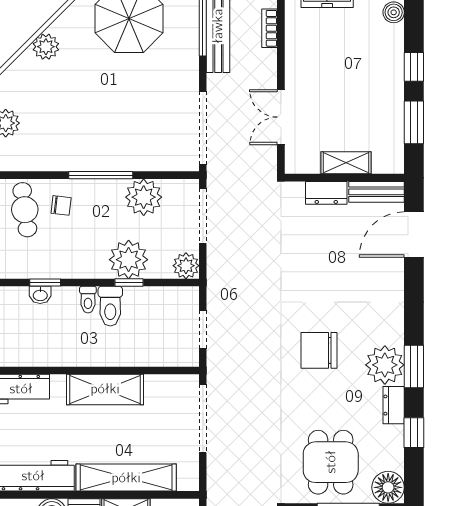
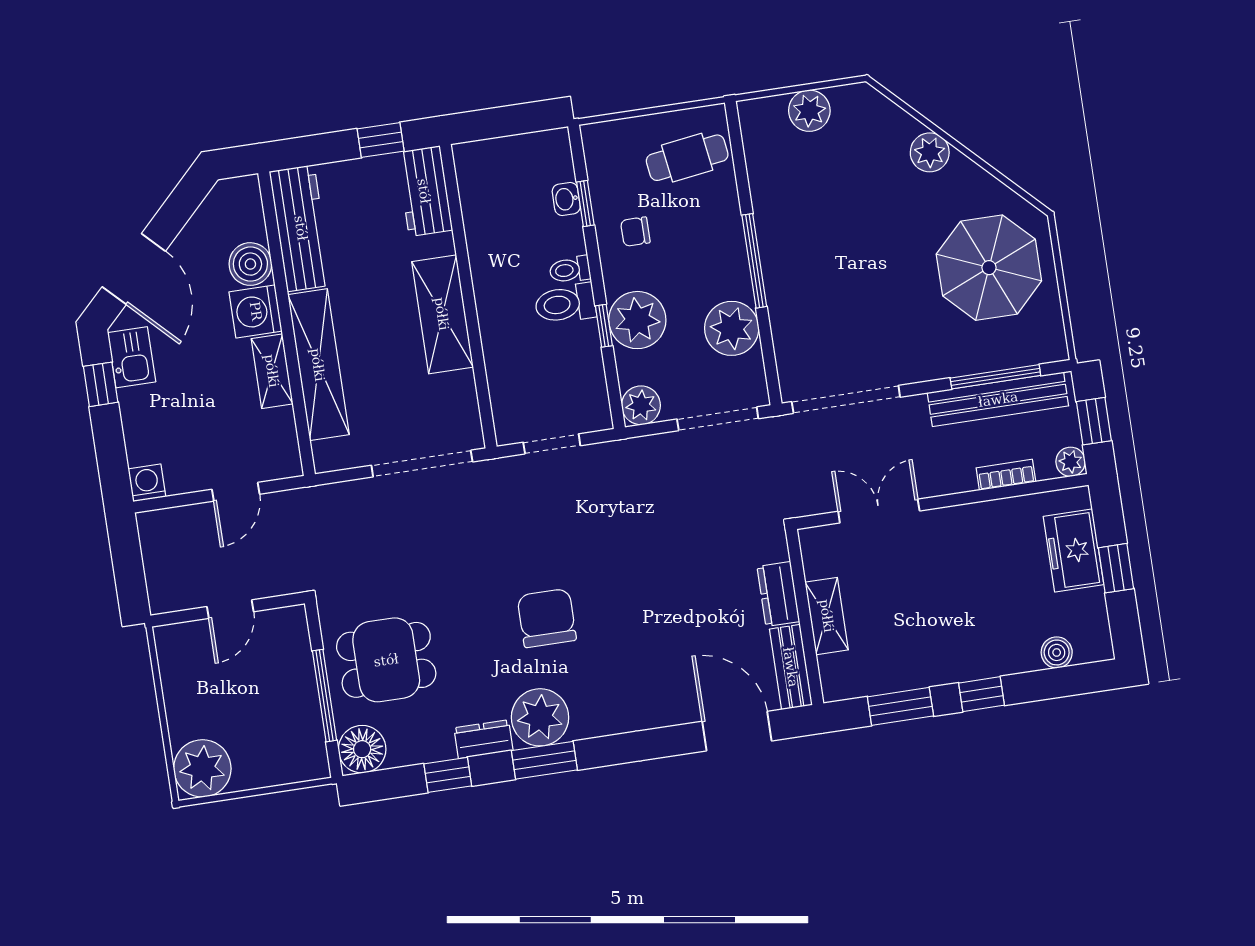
chair: (61, 205) -> (635, 232), moved, turned 83

